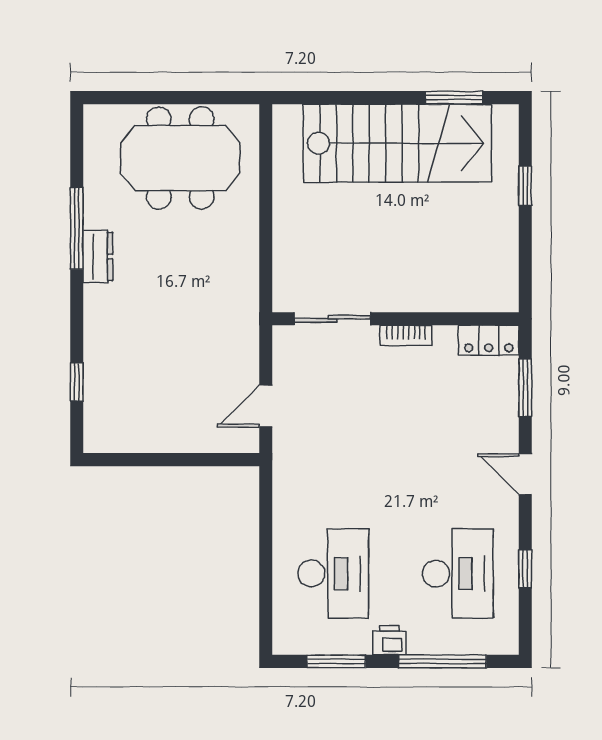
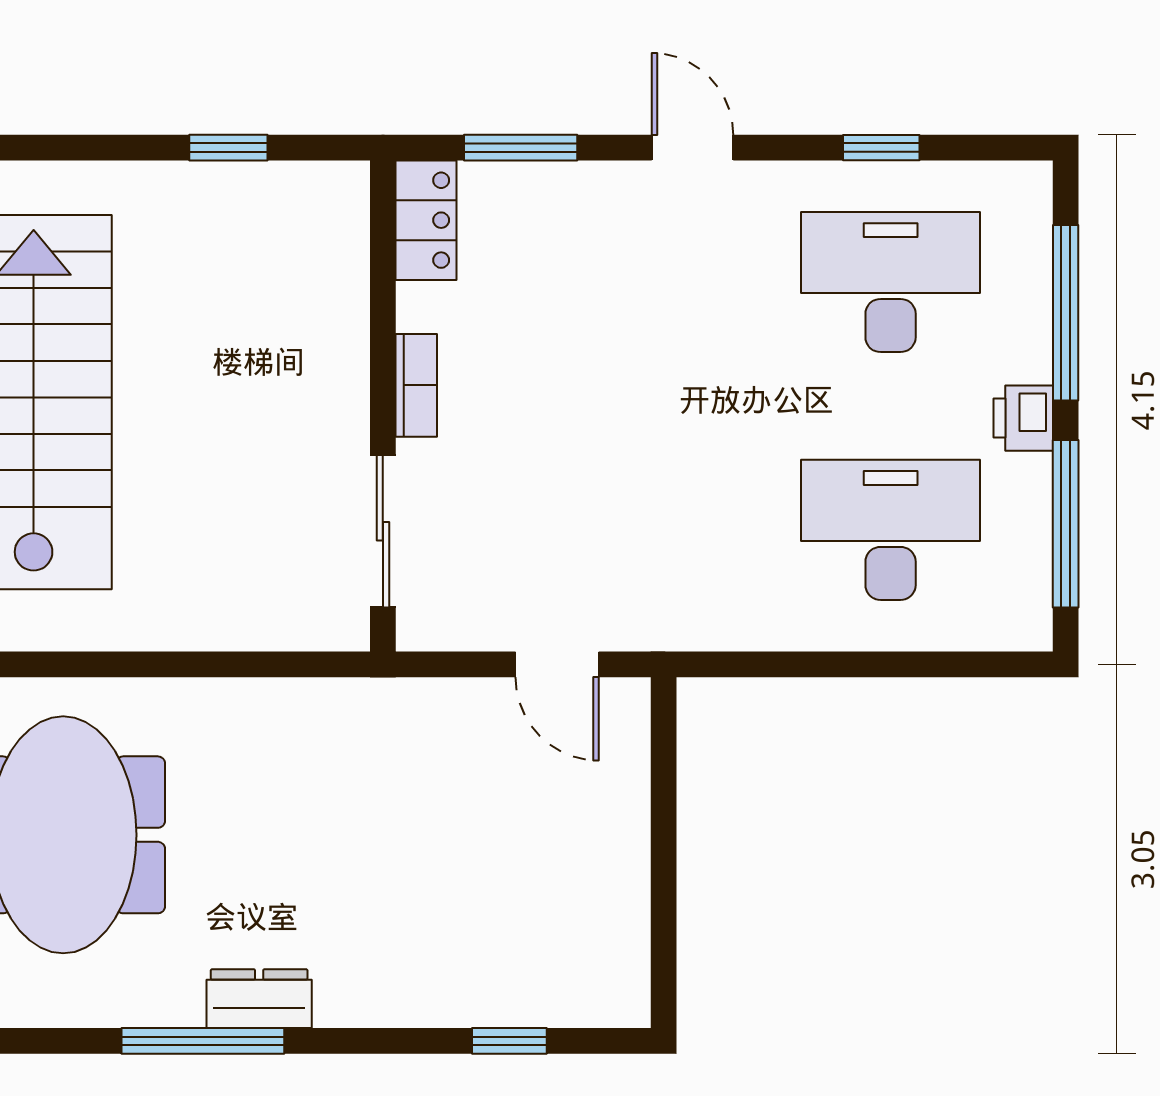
window: (525, 186) -> (228, 148), moved
door: (525, 474) -> (693, 148), swing flipped
window: (336, 661) -> (1066, 524), width x1.44

